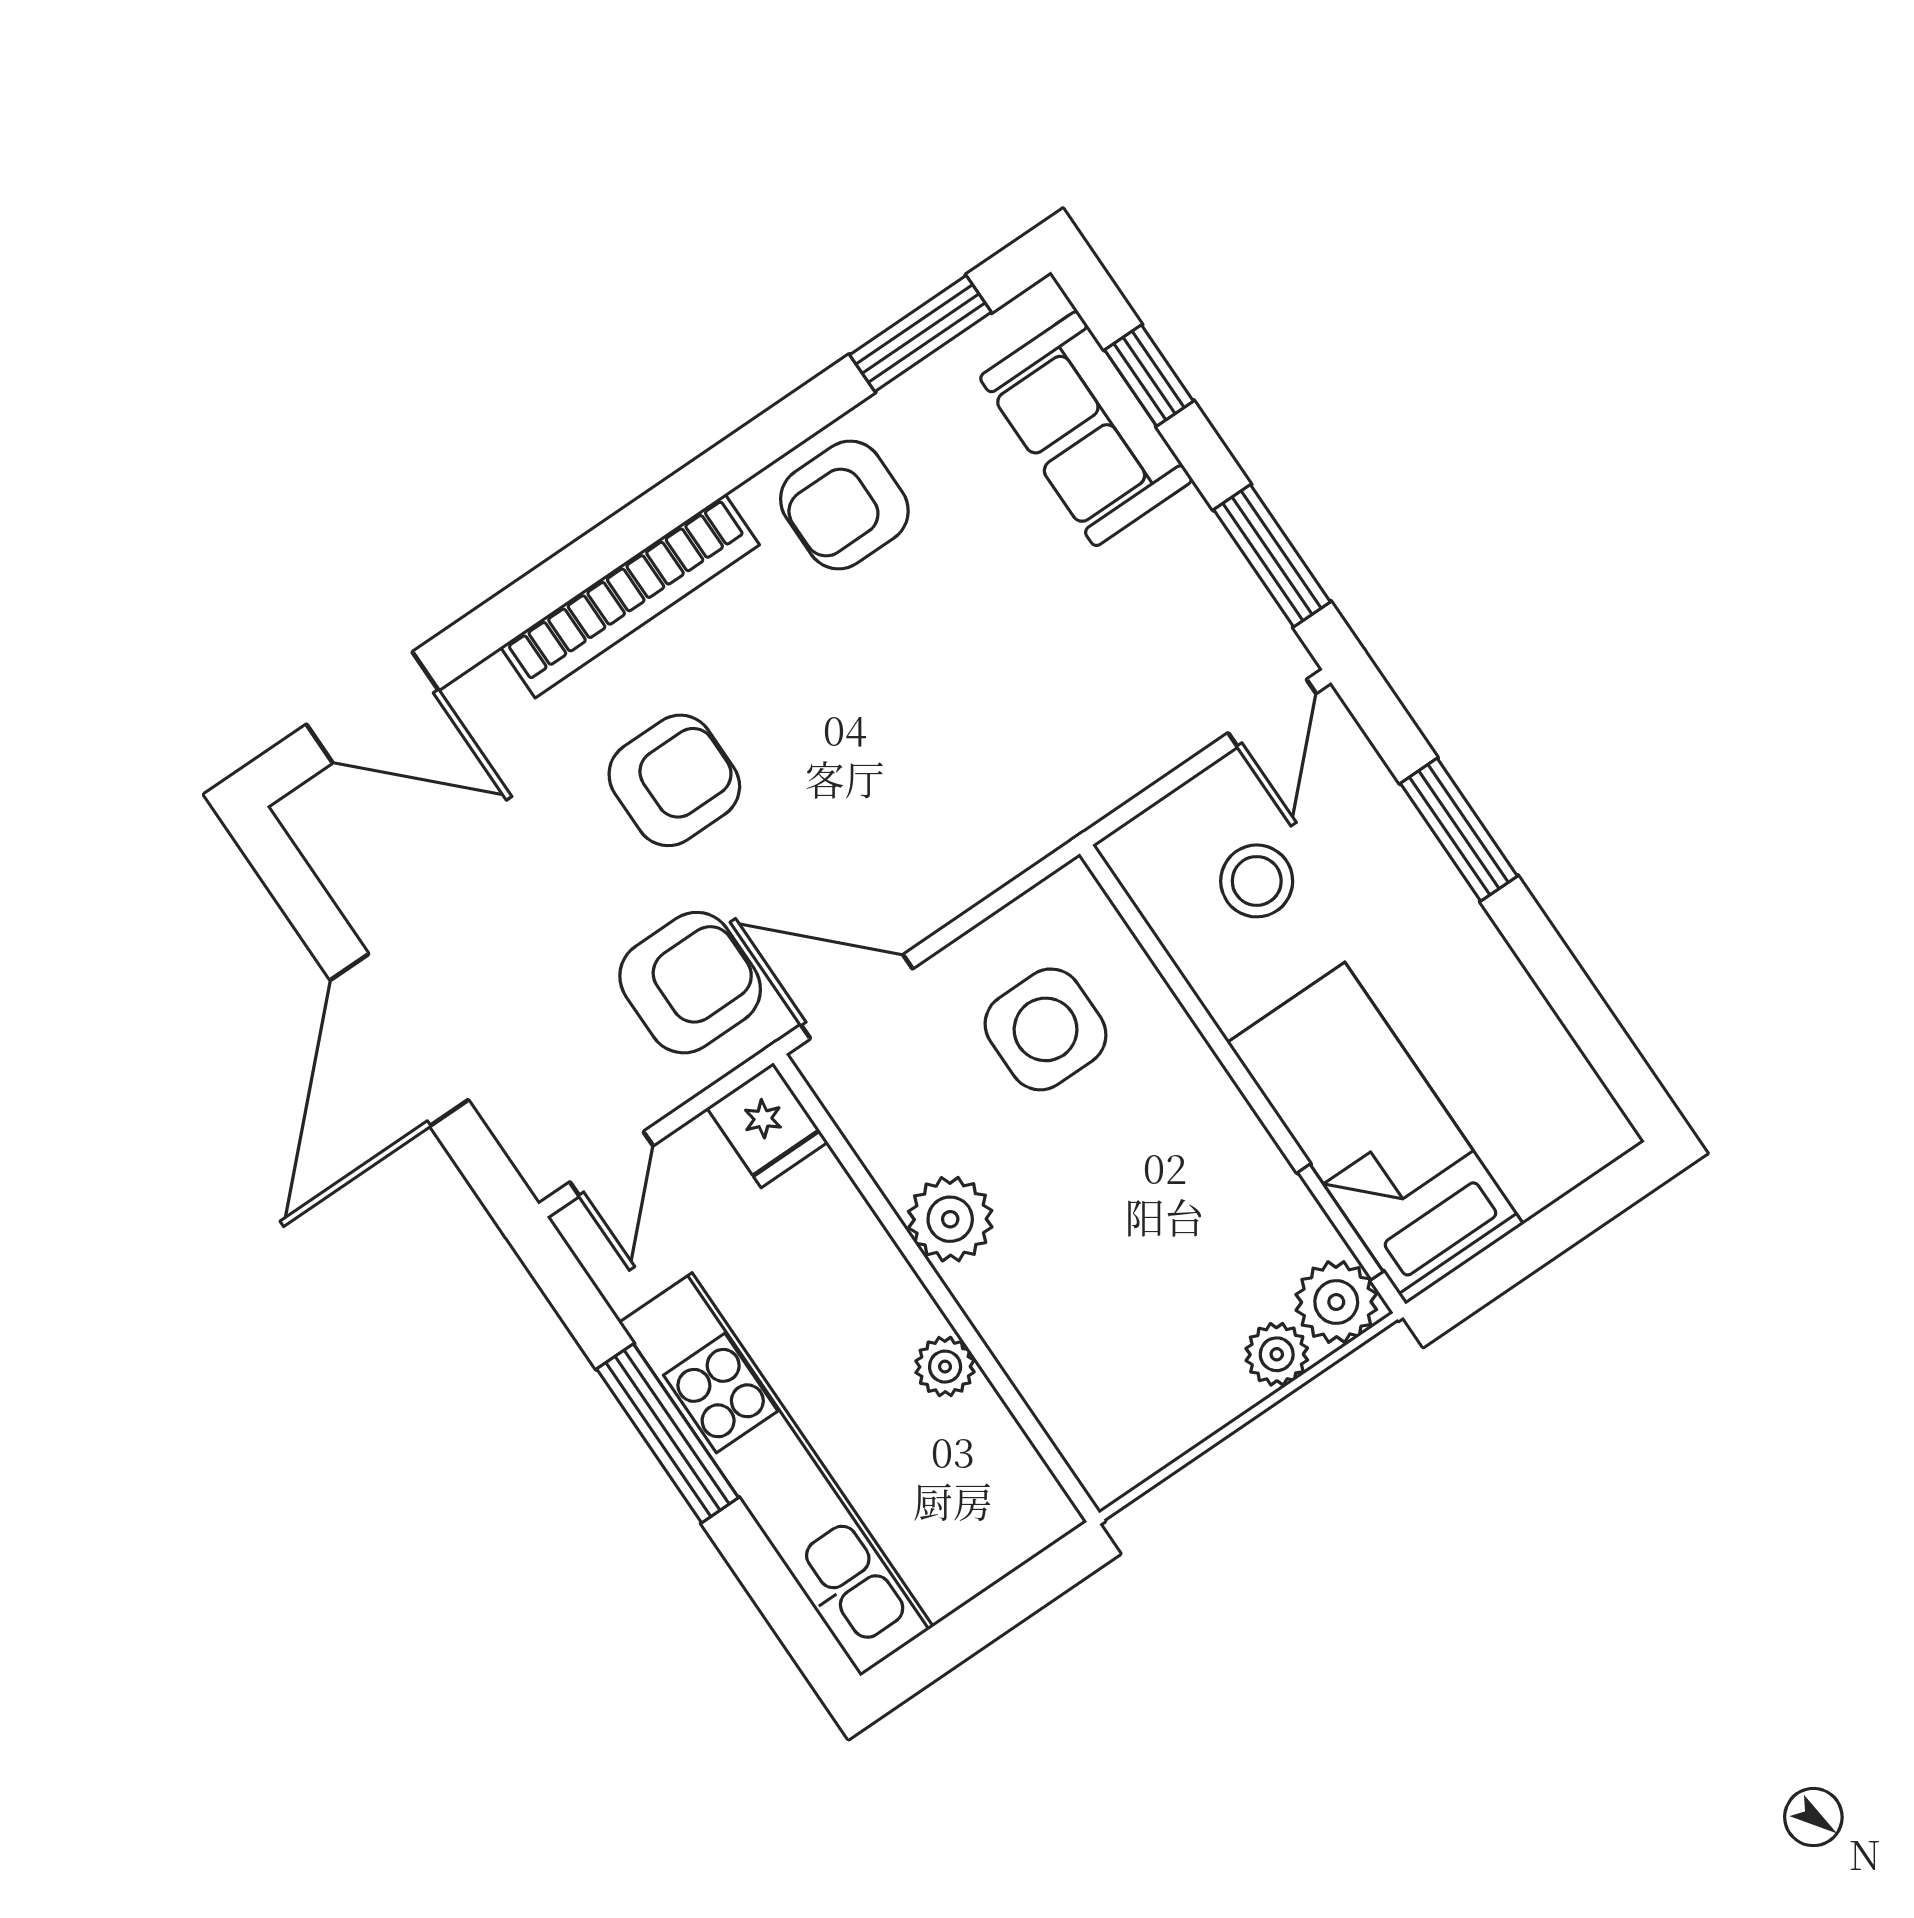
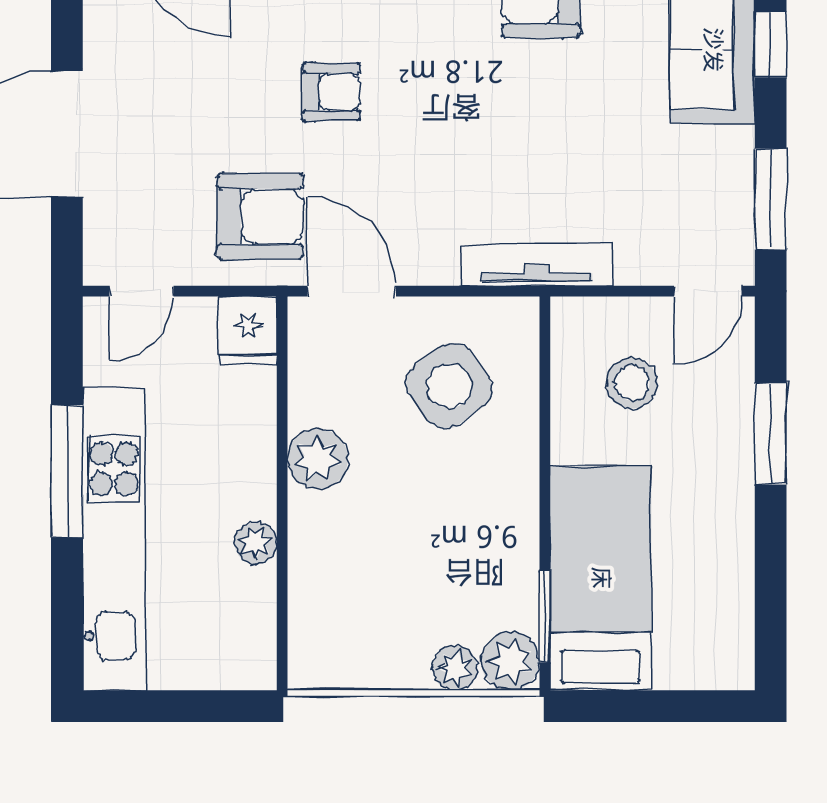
armchair: (674, 780) -> (331, 92), width x0.72, depth x0.72
tv unit: (1052, 819) -> (537, 265), added
side table: (1046, 1029) -> (449, 386), turned -36

